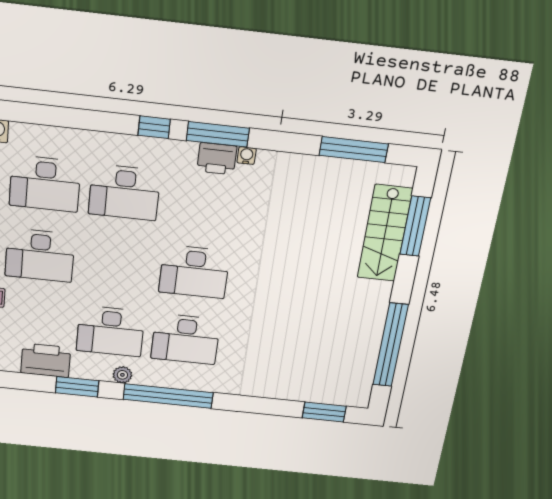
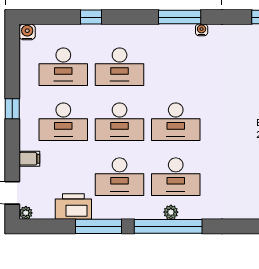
window: (154, 127) -> (91, 17), moved
printer: (217, 159) -> (181, 35), removed
desk: (117, 264) -> (120, 122), added
plant: (122, 375) -> (171, 212), moved
window: (77, 387) -> (99, 226), width x1.44

